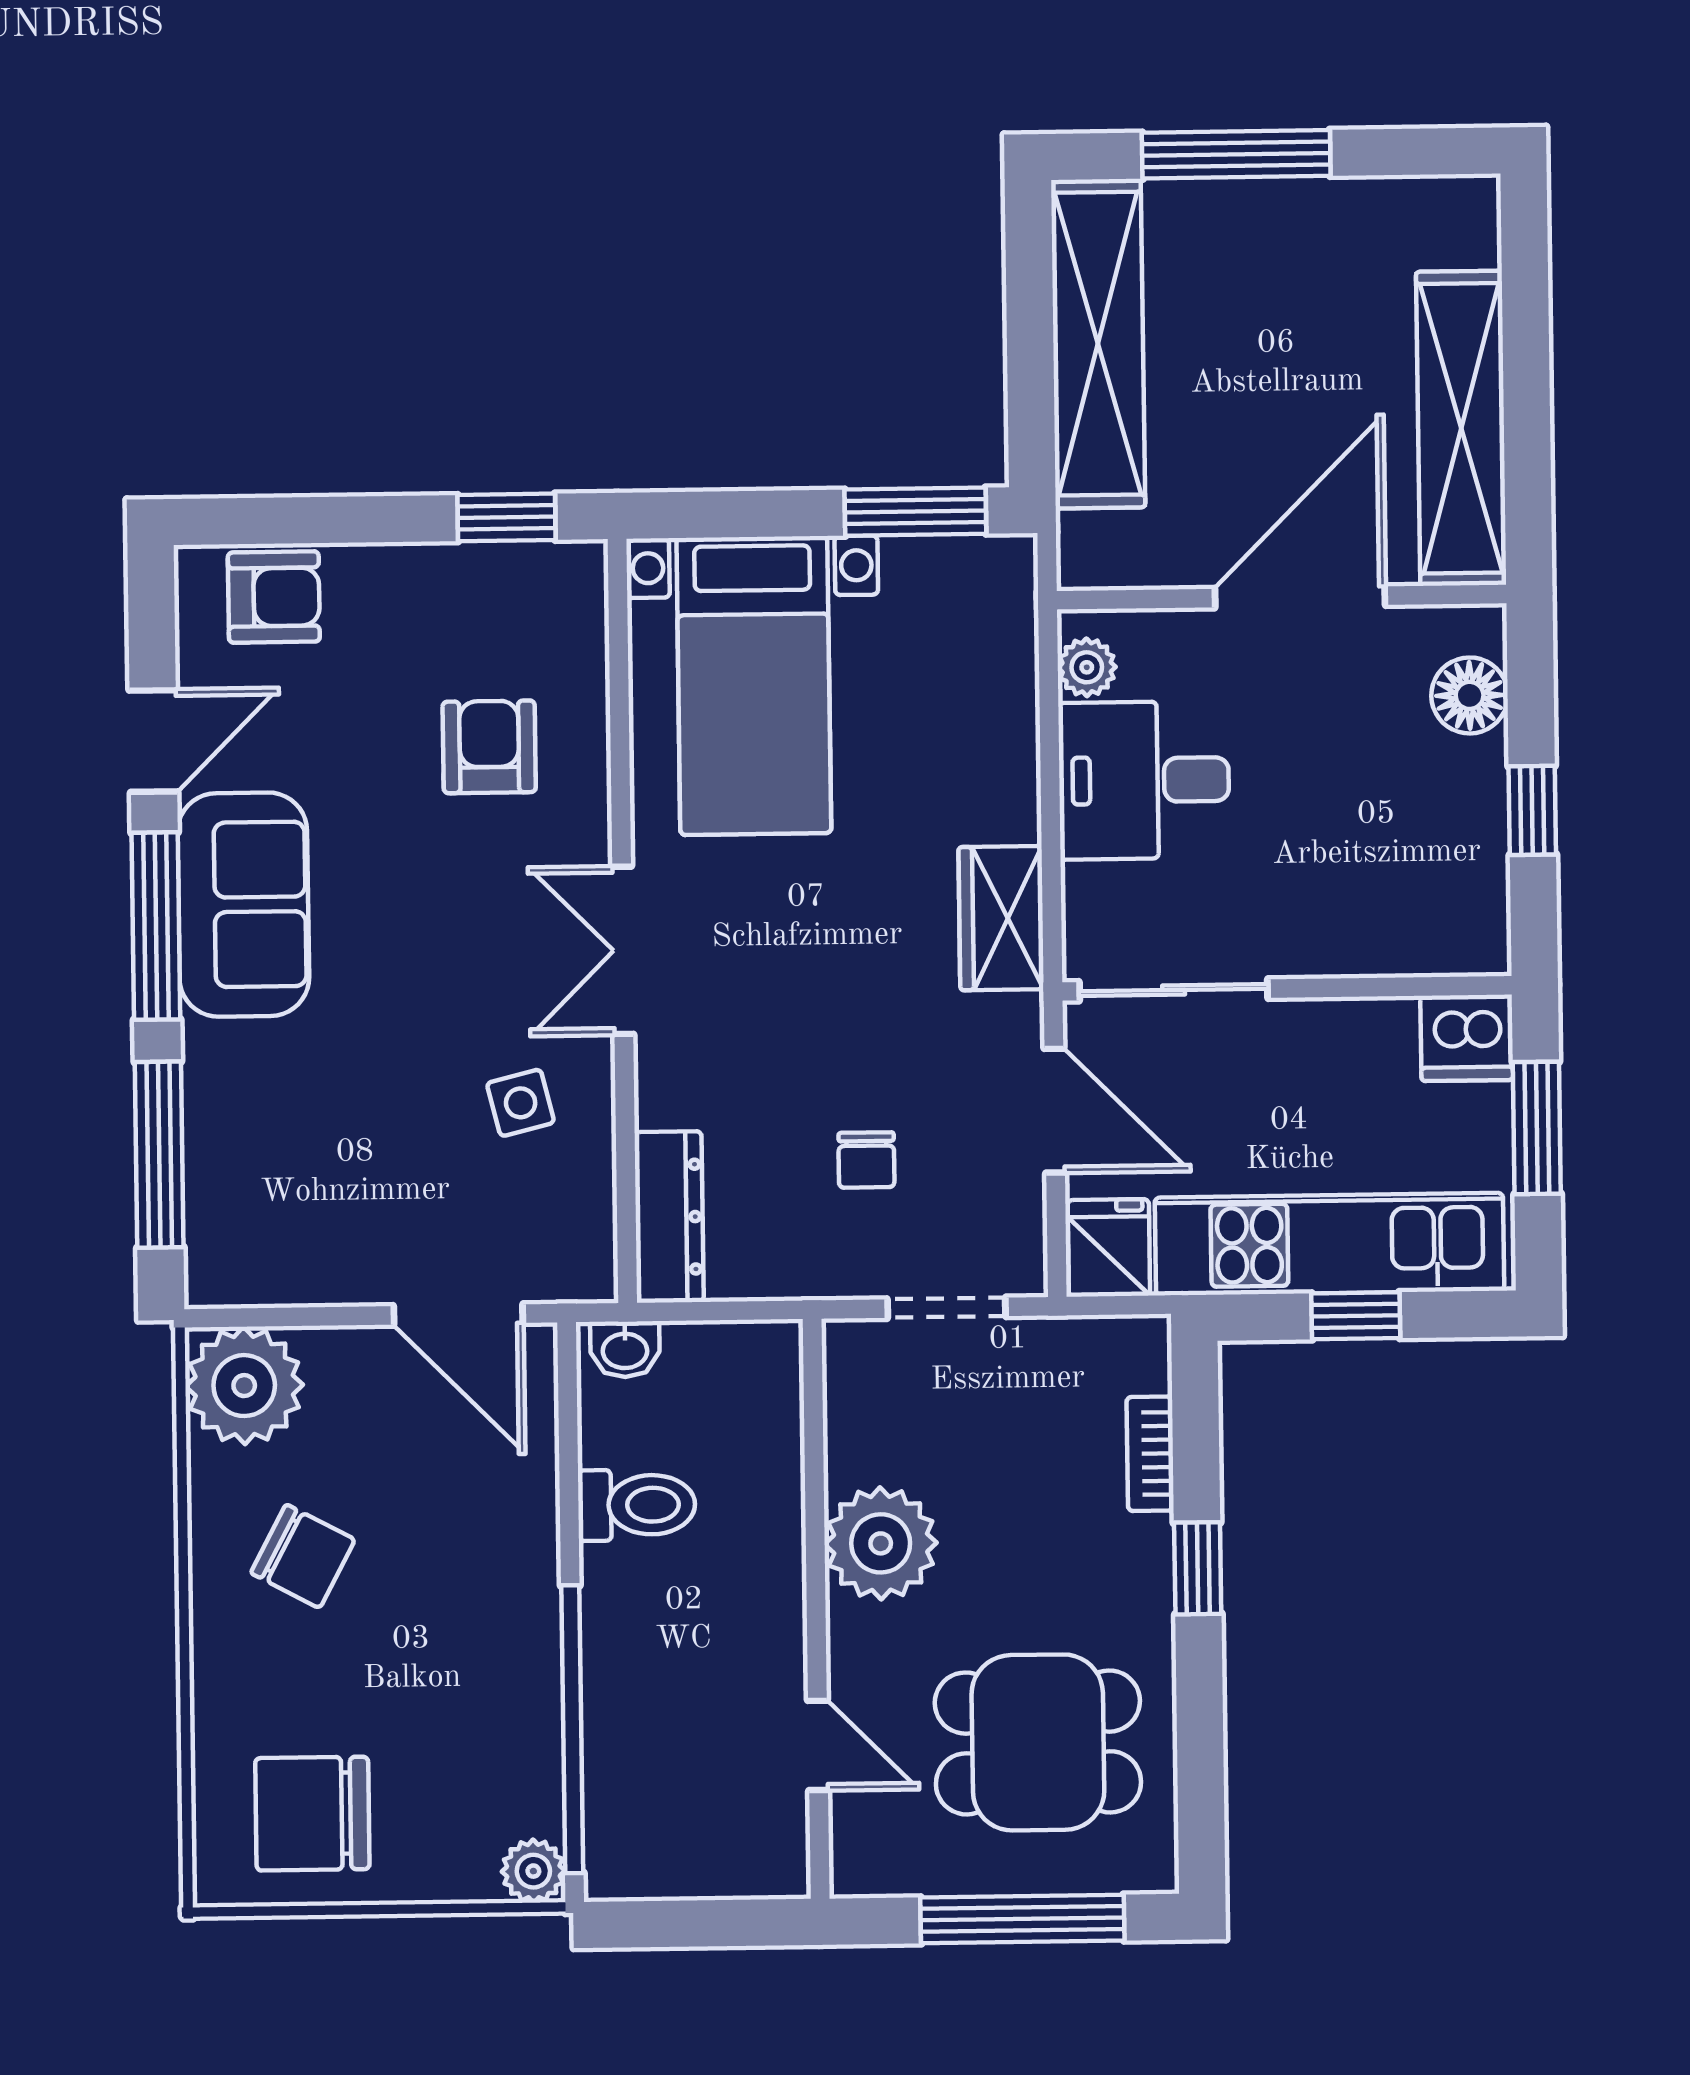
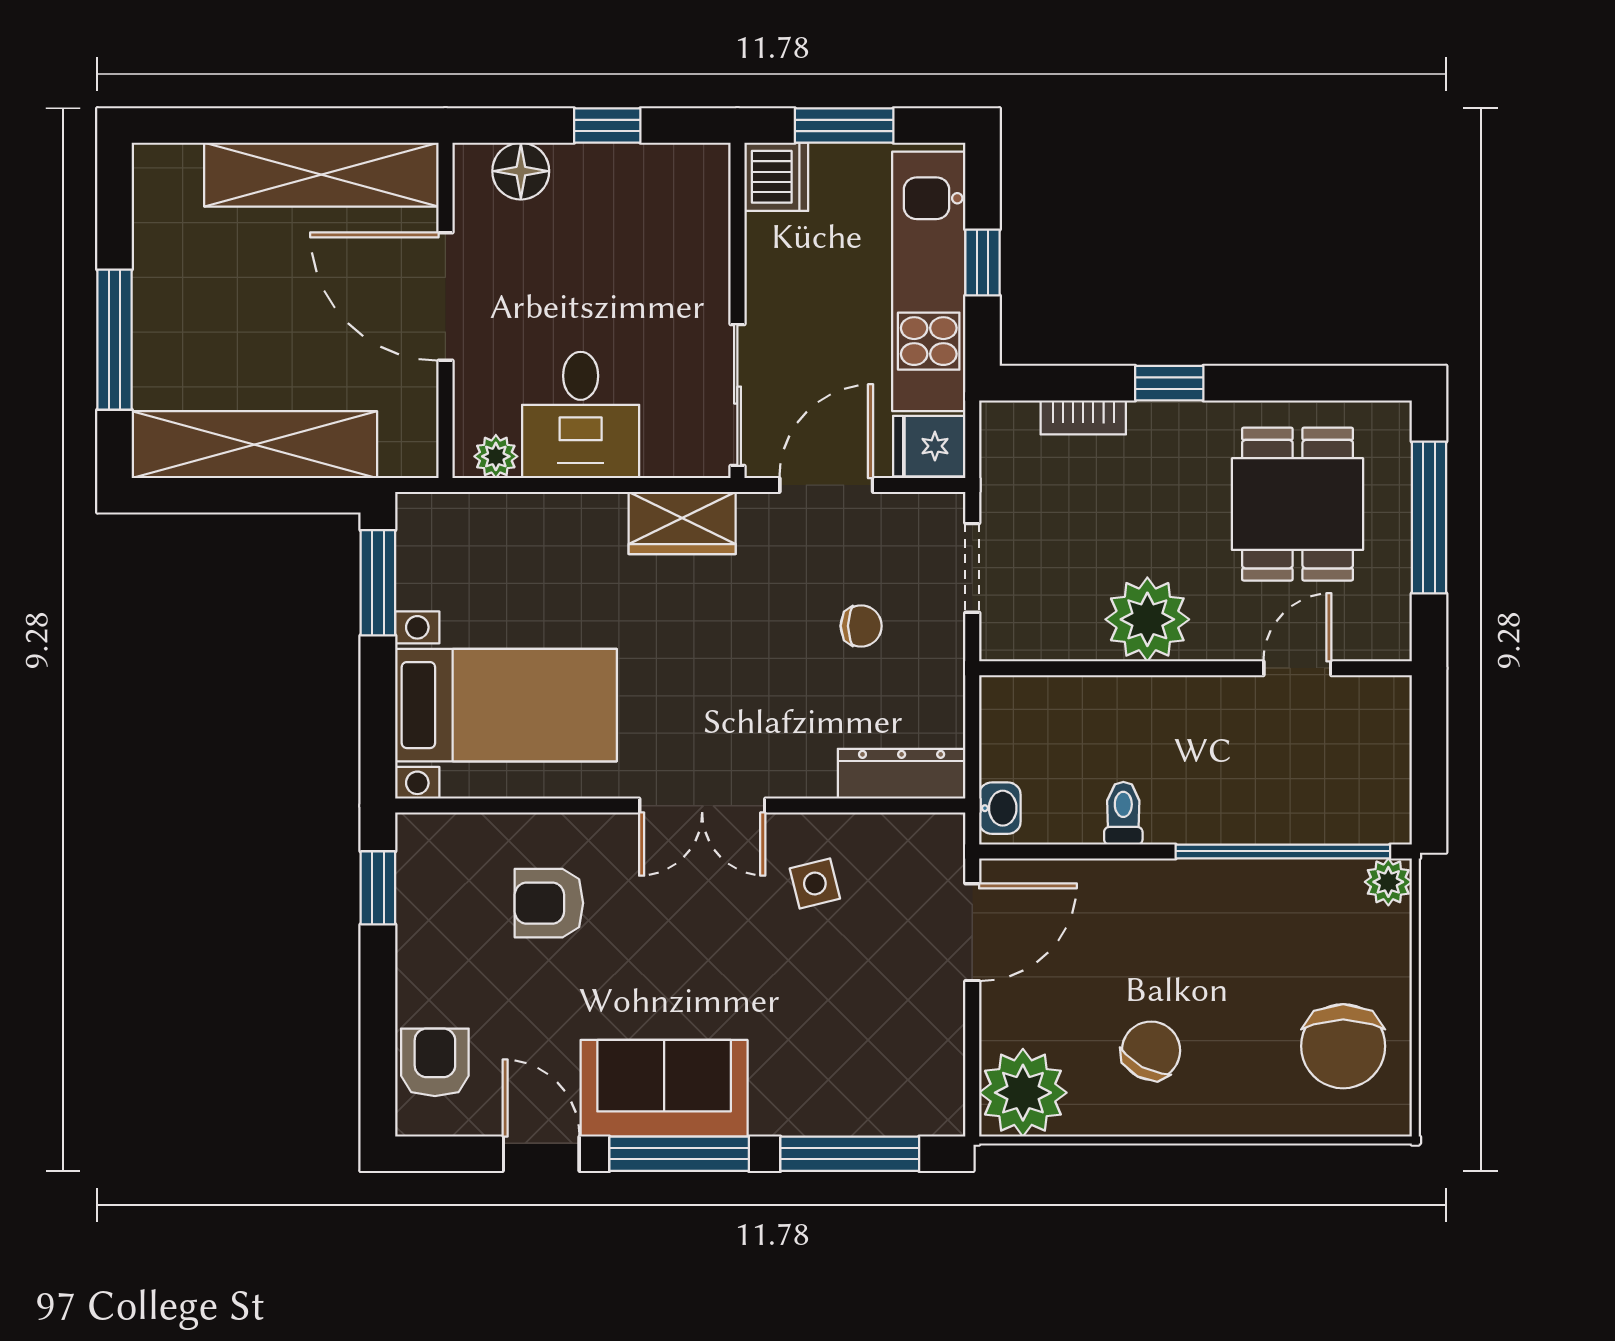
toilet: (637, 1505) -> (1123, 813), width x0.73, depth x0.72

